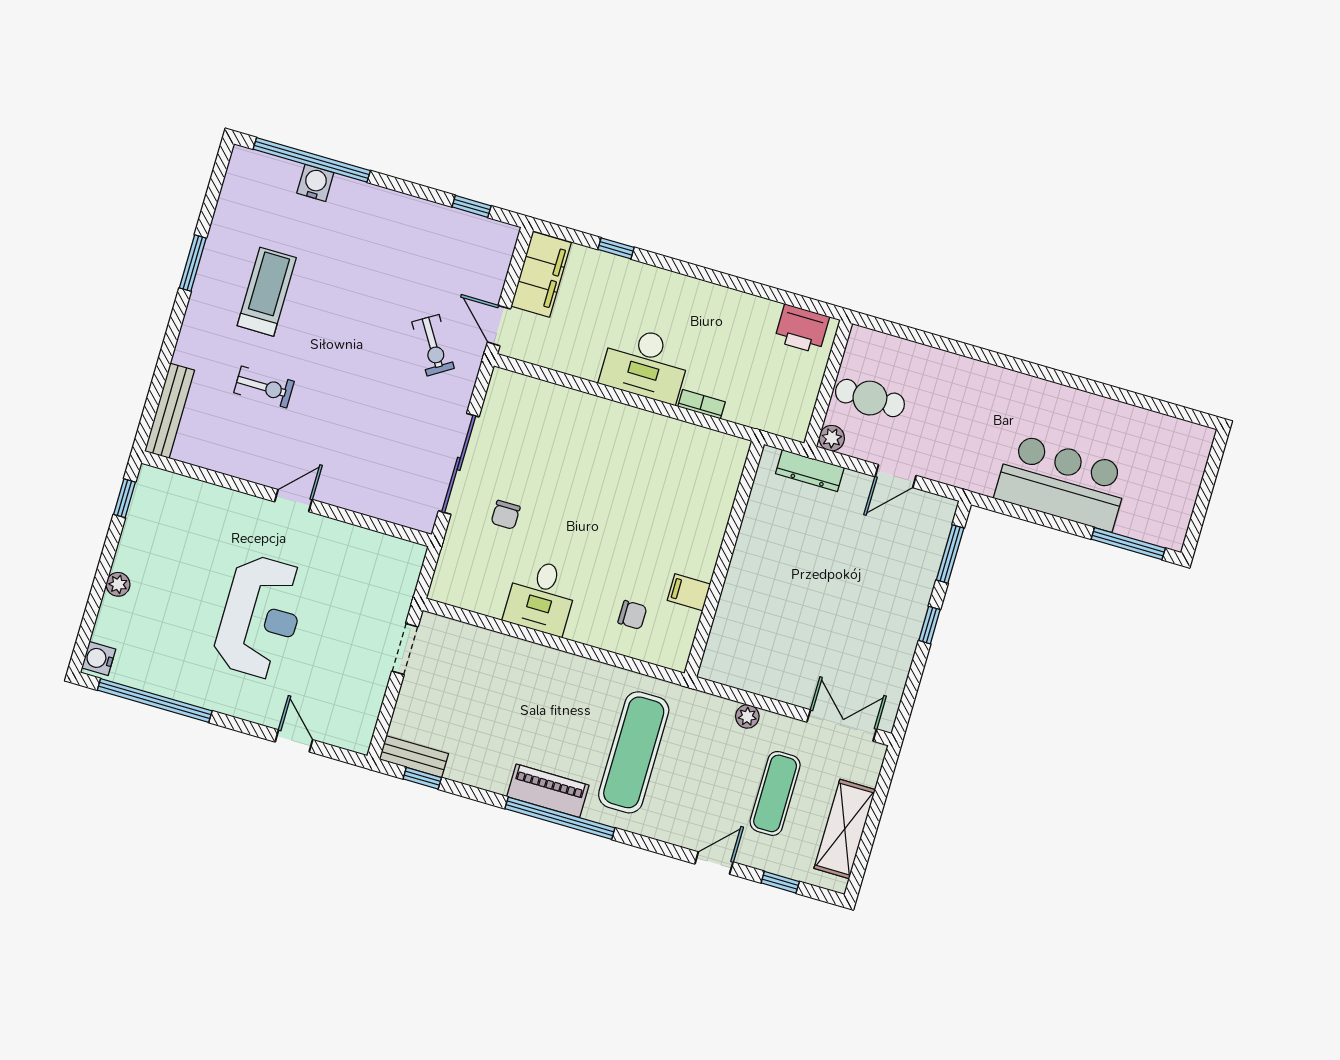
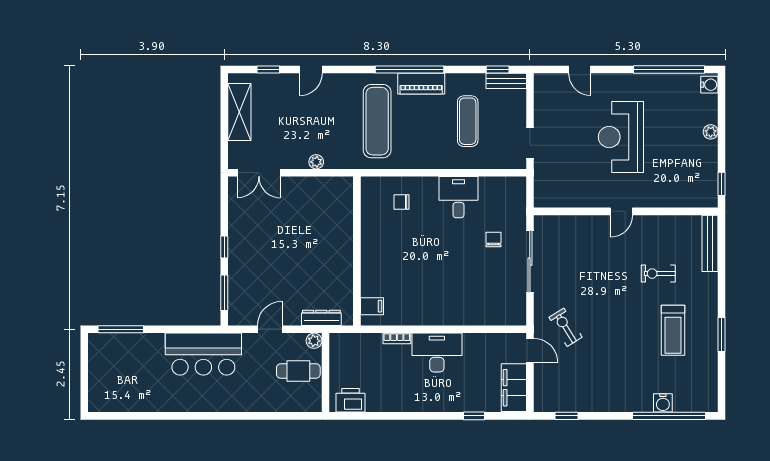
bar counter: (1062, 482) -> (203, 354), moved
filing cabinet: (689, 592) -> (372, 306), moved
exercise mat: (775, 793) -> (468, 121), moved

